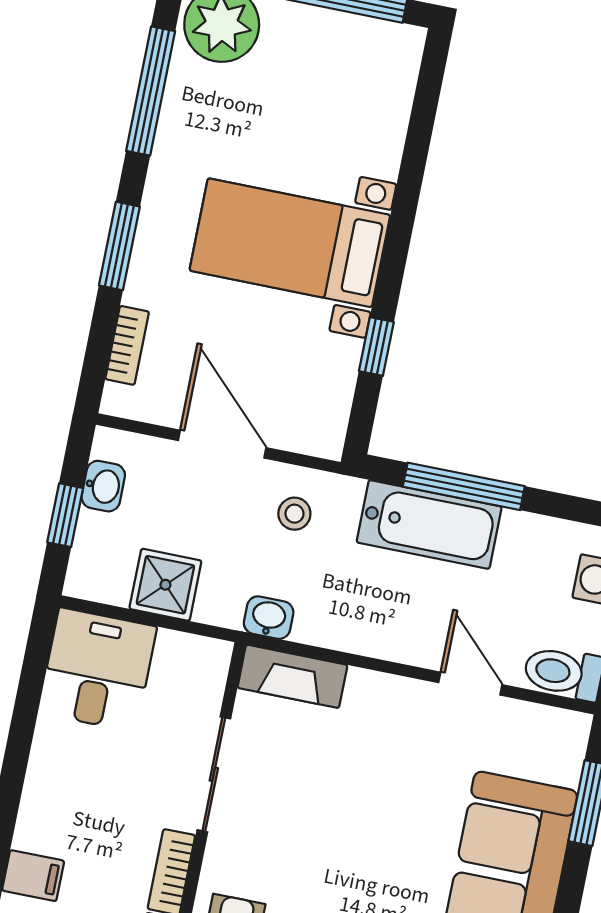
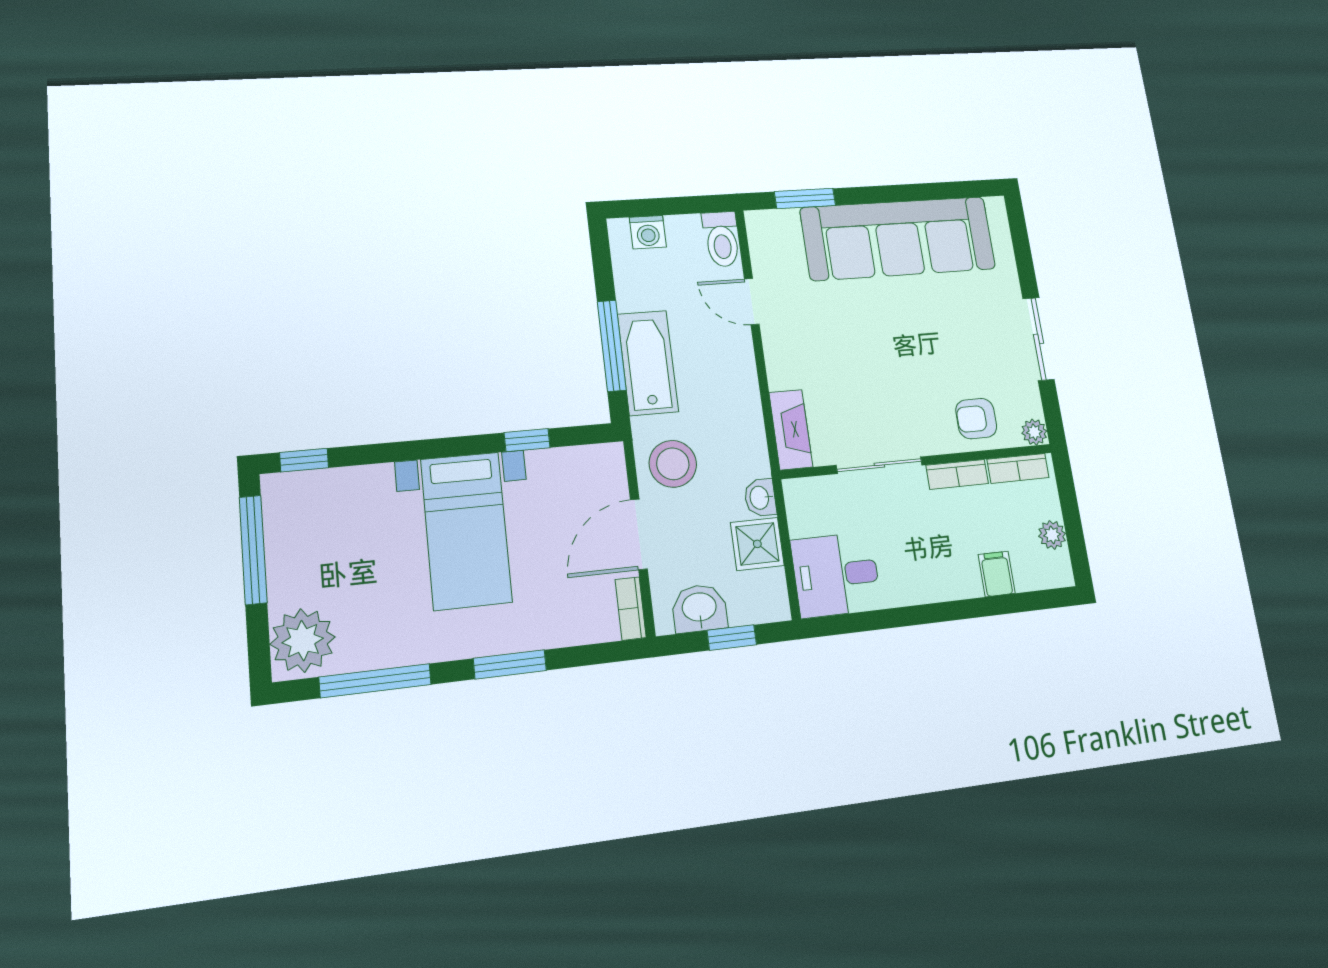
window: (430, 82) -> (304, 460), added
bookcase: (127, 345) -> (631, 608), moved, turned -90
washbasin: (103, 486) -> (699, 608), width x1.38, depth x1.45
stool: (294, 514) -> (673, 464), width x1.89, depth x1.89
washbasin: (269, 618) -> (760, 498), moved
door: (470, 684) -> (752, 302), hinge flipped

